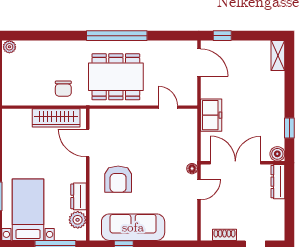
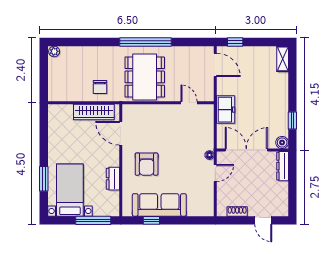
dining table: (116, 77) -> (145, 77), turned 90
plant: (78, 220) -> (112, 199), removed

